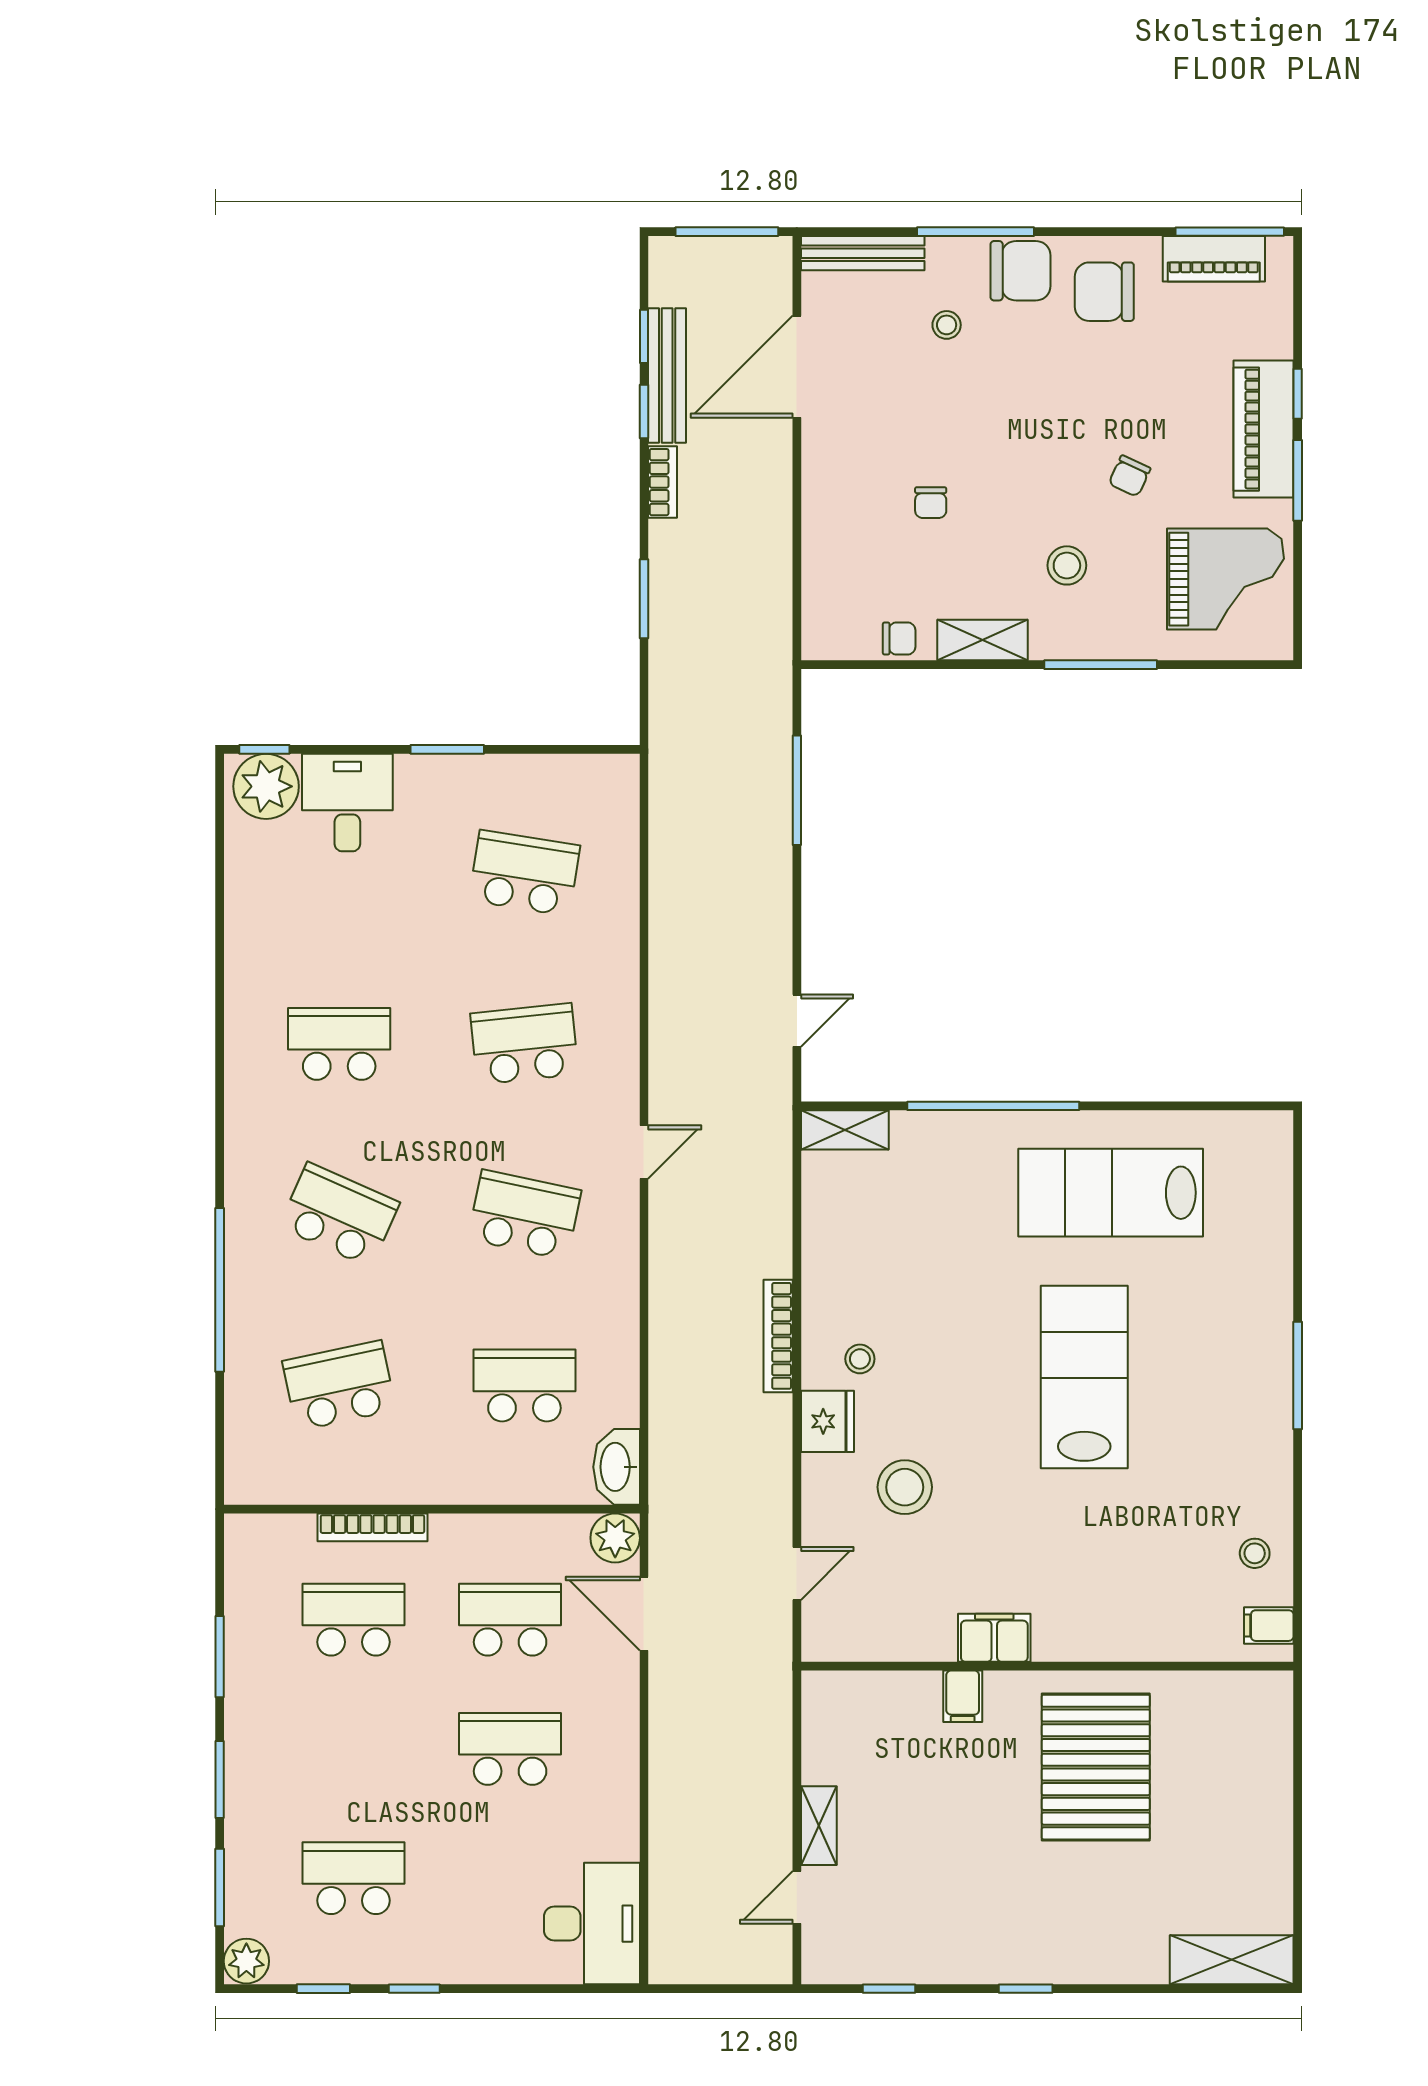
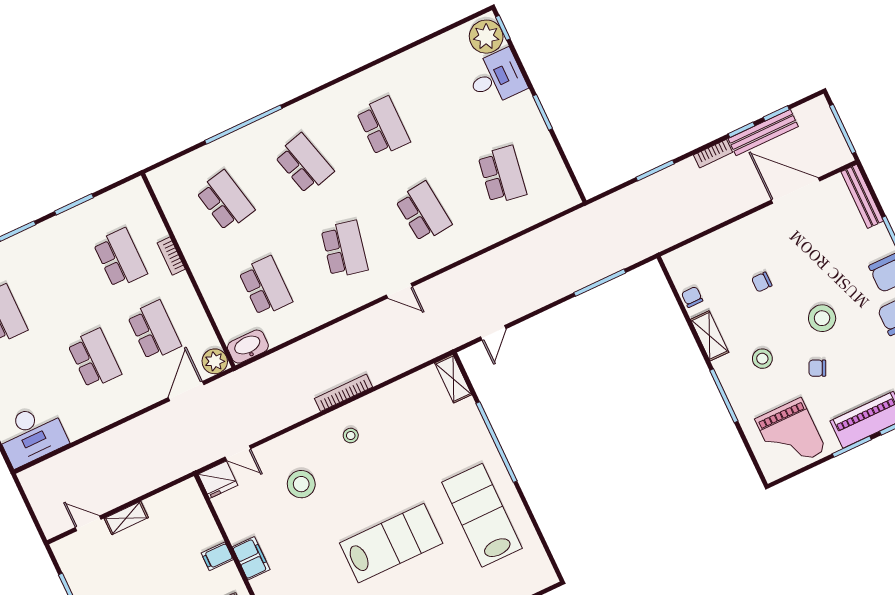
stool: (947, 325) -> (822, 318), moved, width x1.89, depth x1.89
chair: (899, 638) -> (692, 297), turned 180
door: (797, 1021) -> (493, 333), hinge flipped
school desk: (339, 1215) -> (304, 164), turned -39
fridge: (827, 1421) -> (218, 480), moved
bookcase: (372, 1527) -> (171, 256), width x0.64

